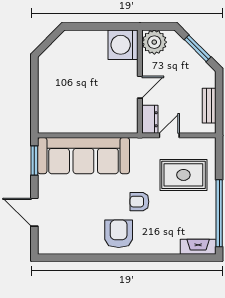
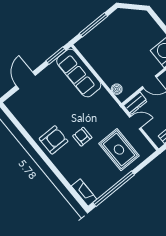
window: (34, 96) -> (93, 25), added
boiler: (120, 126) -> (117, 89), added
sofa: (83, 156) -> (79, 73), width x0.74, depth x0.79

